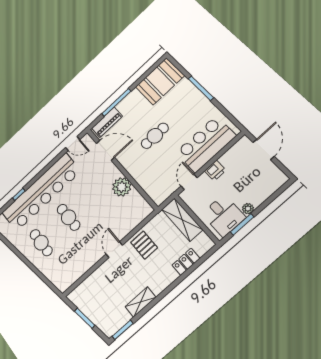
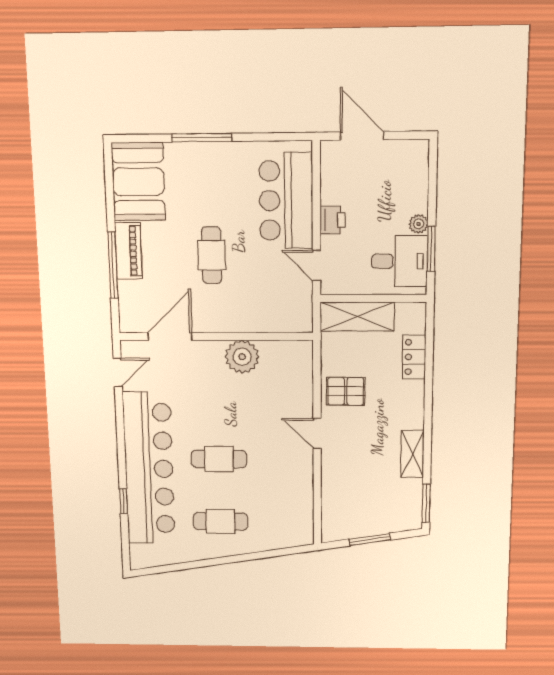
piano: (107, 122) -> (128, 251), moved

